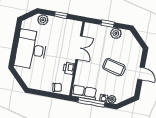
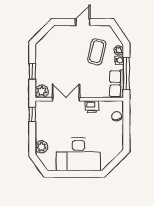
window: (61, 15) -> (32, 114), moved
plant: (116, 33) -> (42, 91), moved
coffee table: (114, 67) -> (97, 52), moved

